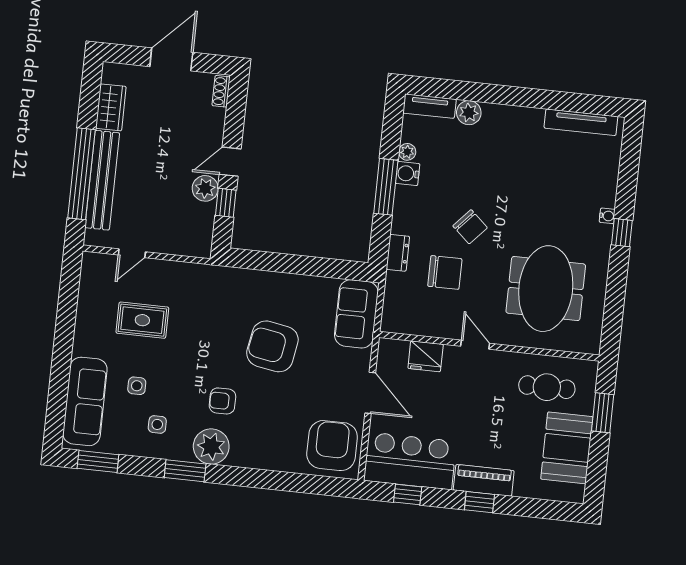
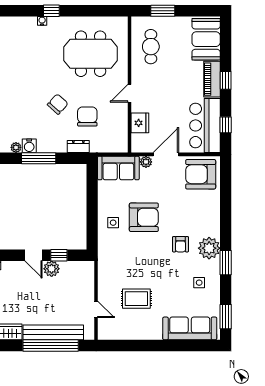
rug: (142, 320) -> (136, 299), turned 90
armchair: (272, 346) -> (144, 217), turned -100
plant: (362, 359) -> (146, 162), added
side table: (137, 386) -> (113, 223), moved
booth: (567, 448) -> (206, 39), moved, turned 90

